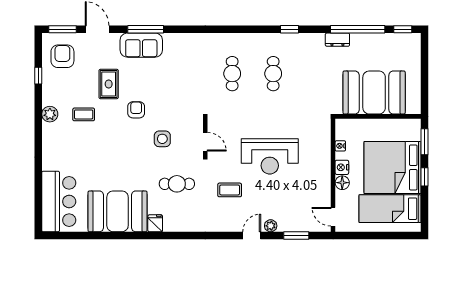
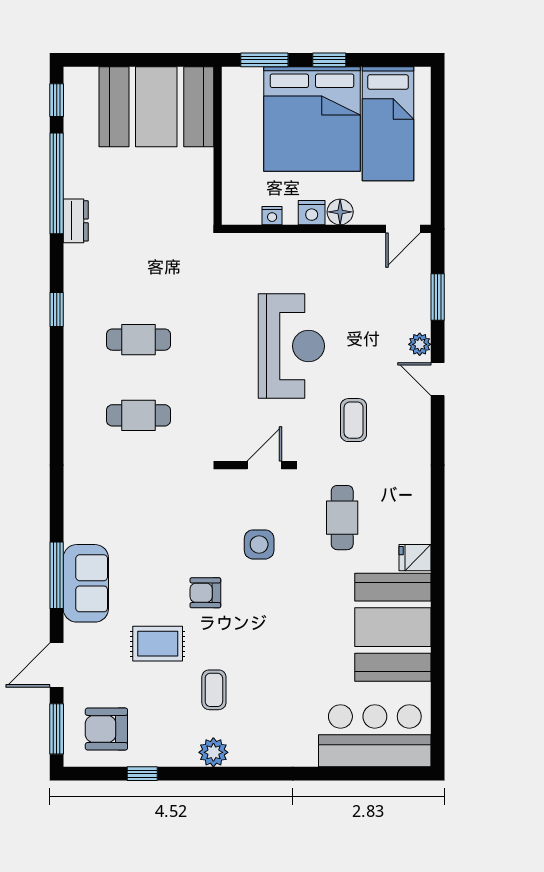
booth: (374, 92) -> (156, 107), moved, turned 90

